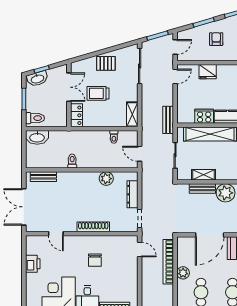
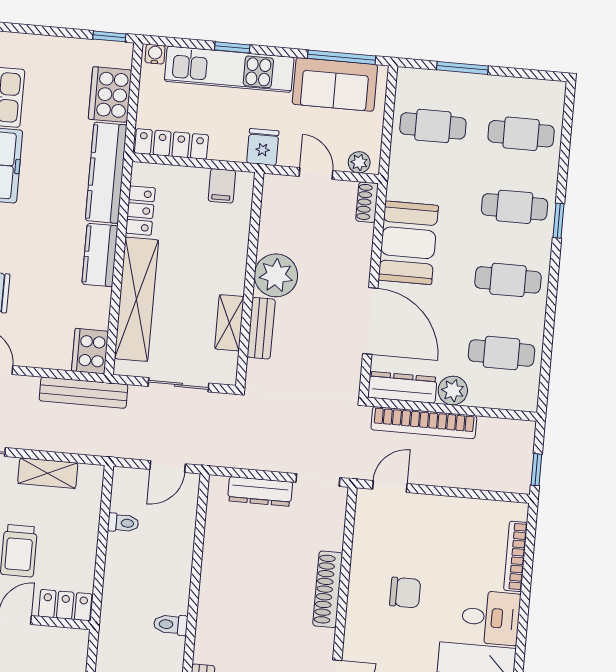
shelving: (132, 114) -> (48, 473), moved
cooker: (204, 116) -> (90, 351), moved
bench: (168, 120) -> (83, 393), width x1.36
plant: (106, 179) -> (218, 549), removed
dresser: (182, 251) -> (402, 387), added

